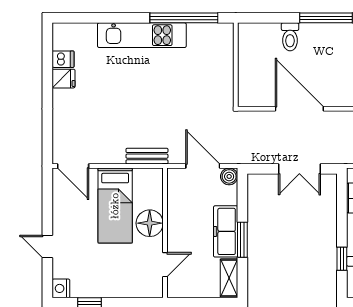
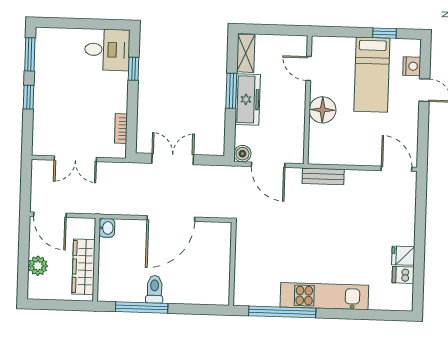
toilet: (290, 37) -> (154, 289), moved
door: (299, 109) -> (171, 219), hinge flipped
bed: (115, 206) -> (372, 75), moved, turned 180
door: (165, 265) -> (309, 69), hinge flipped
nightstand: (61, 288) -> (412, 66), moved

